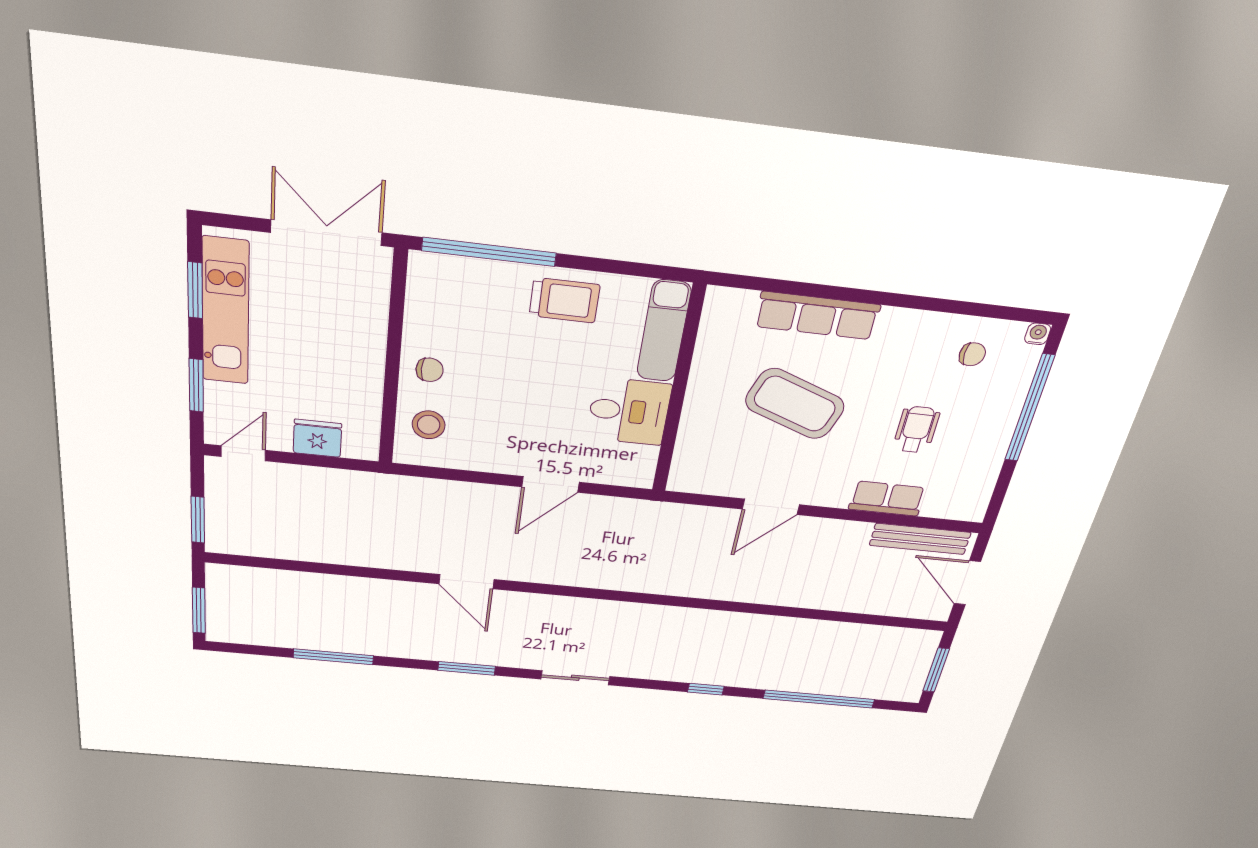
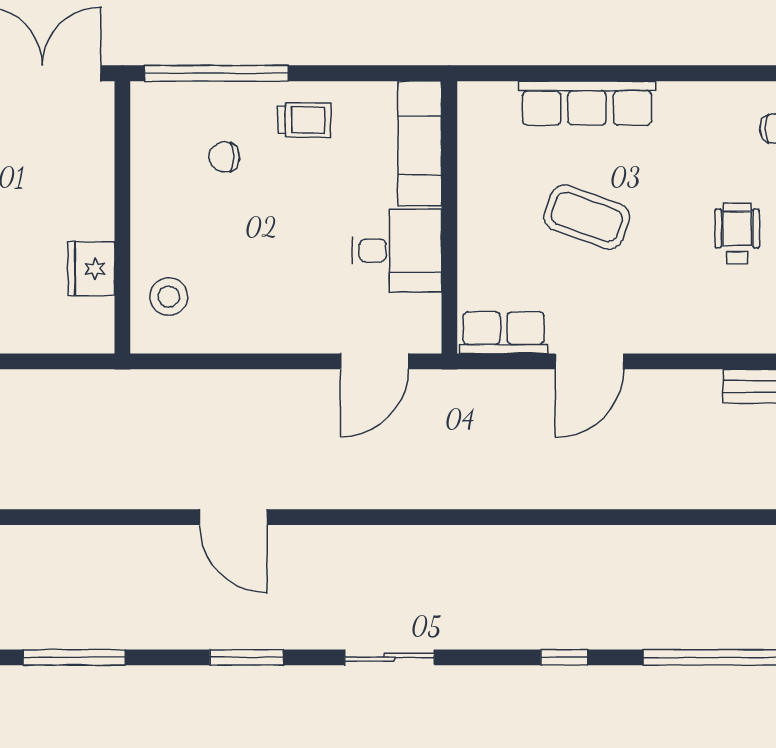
trolley: (564, 300) -> (304, 120), width x0.73, depth x0.72
chair: (430, 370) -> (224, 157), moved, turned 180
coffee table: (795, 404) -> (587, 217), width x0.73, depth x0.76
fridge: (317, 438) -> (91, 269), moved, turned -90
door: (550, 484) -> (374, 361), moved
row of seats: (887, 498) -> (504, 333), moved

